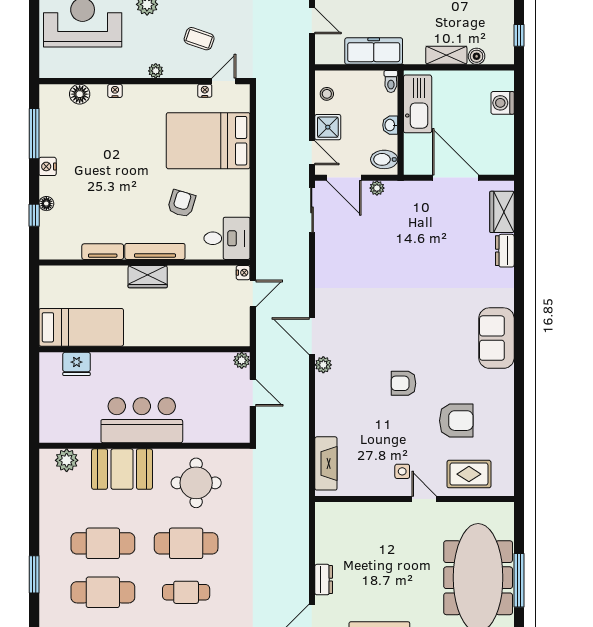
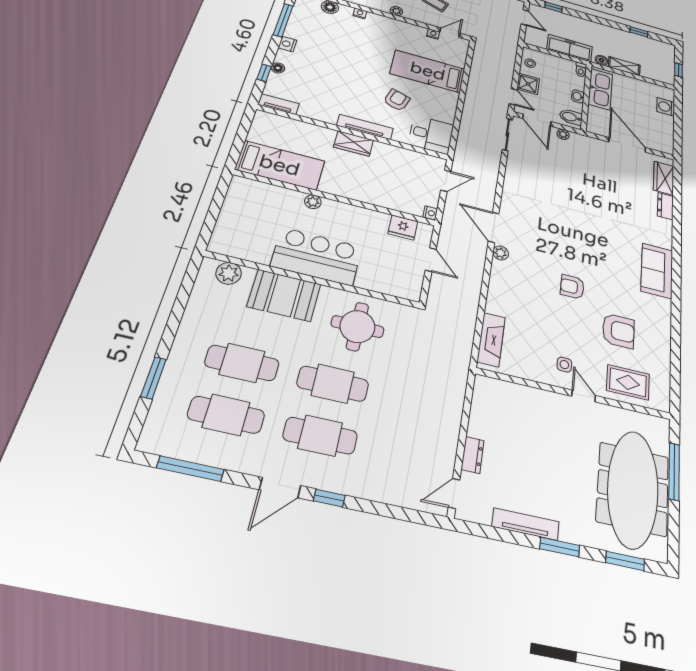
boiler: (477, 56) -> (601, 60), moved
bed: (208, 141) -> (428, 71), width x0.67
tv unit: (103, 252) -> (279, 104), moved
nightstand: (243, 273) -> (430, 213), moved
plant: (242, 360) -> (313, 202), moved
fridge: (77, 364) -> (403, 228), moved
window: (519, 580) -> (674, 471), moved
cafe table: (186, 592) -> (320, 436), width x1.37, depth x1.35

